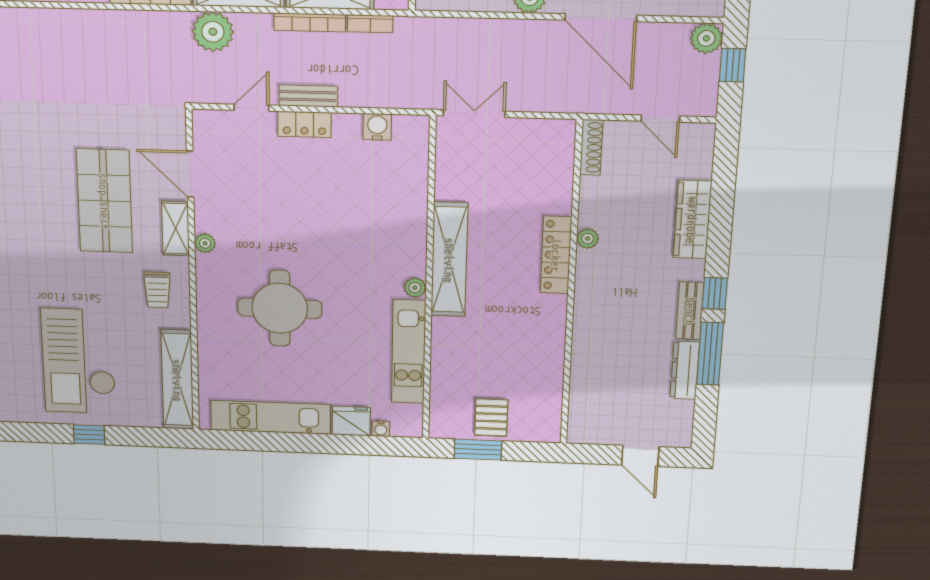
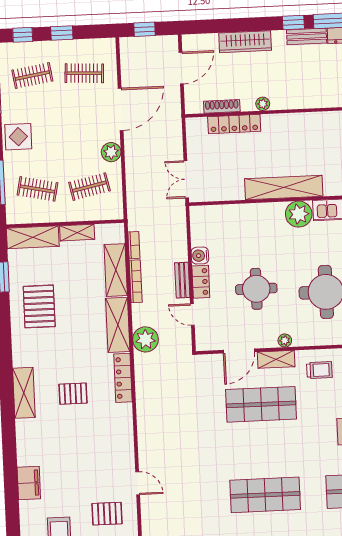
plant: (706, 38) -> (129, 46), removed
door: (660, 119) -> (181, 68), width x1.38
water cooler: (377, 127) -> (200, 256), moved
shoe rack: (591, 147) -> (222, 106), moved
round table: (289, 207) -> (256, 289), added
locker: (556, 255) -> (234, 124), moved
plant: (415, 288) -> (299, 214), width x1.88, depth x1.88

